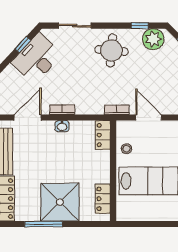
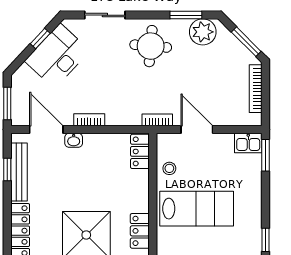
window: (140, 26) -> (186, 15), width x1.50
door: (28, 118) -> (46, 130), hinge flipped
washbasin: (62, 126) -> (74, 140), moved

